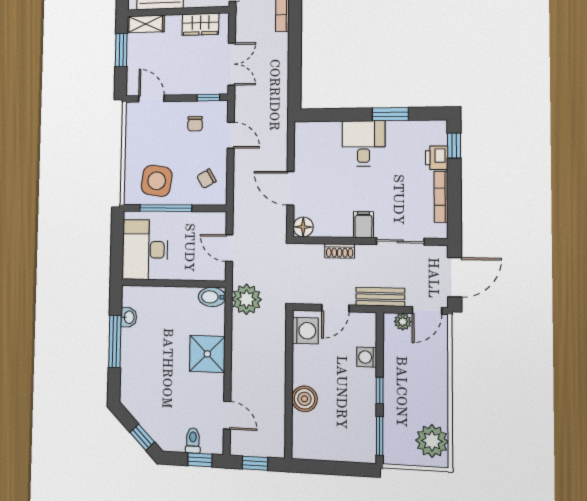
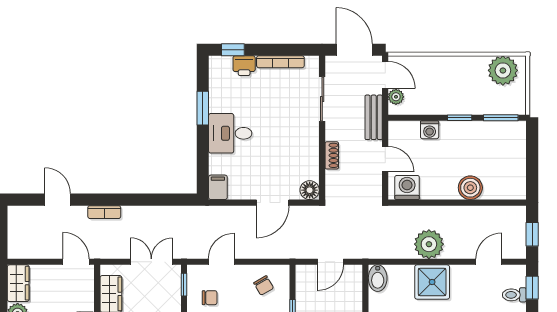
filing cabinet: (363, 225) -> (218, 187), moved, turned 90
plant: (247, 299) -> (429, 244), moved

